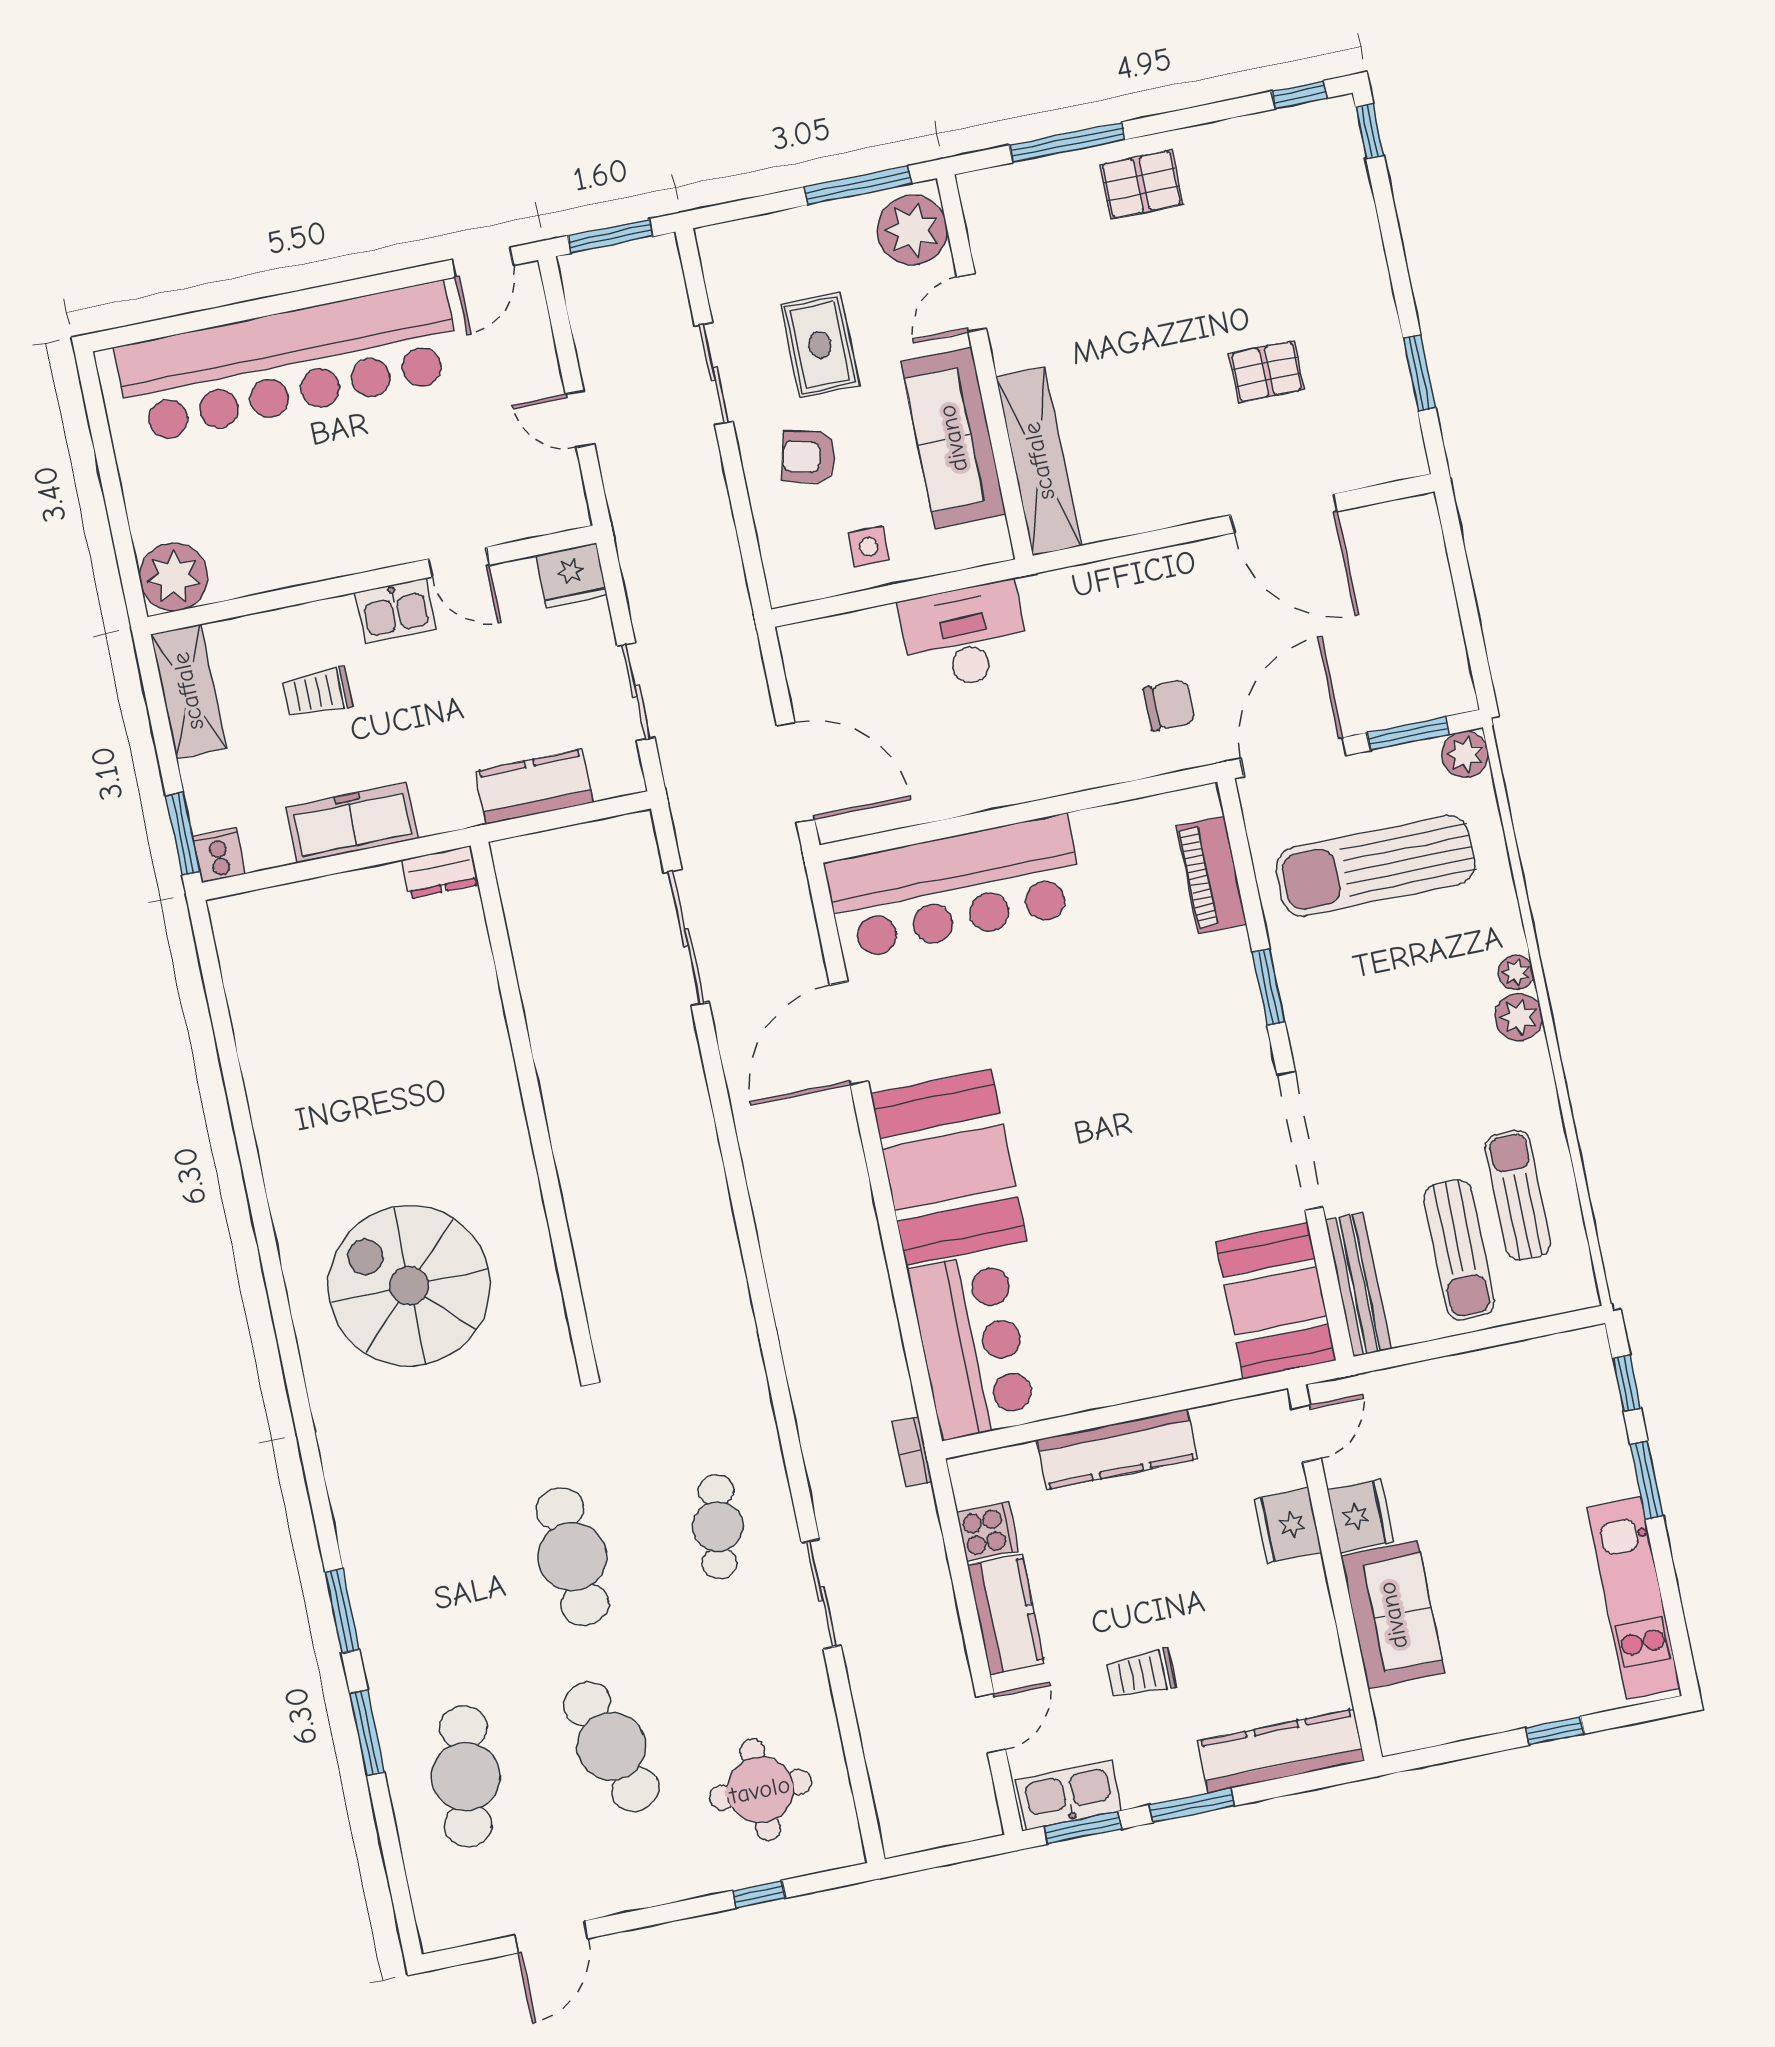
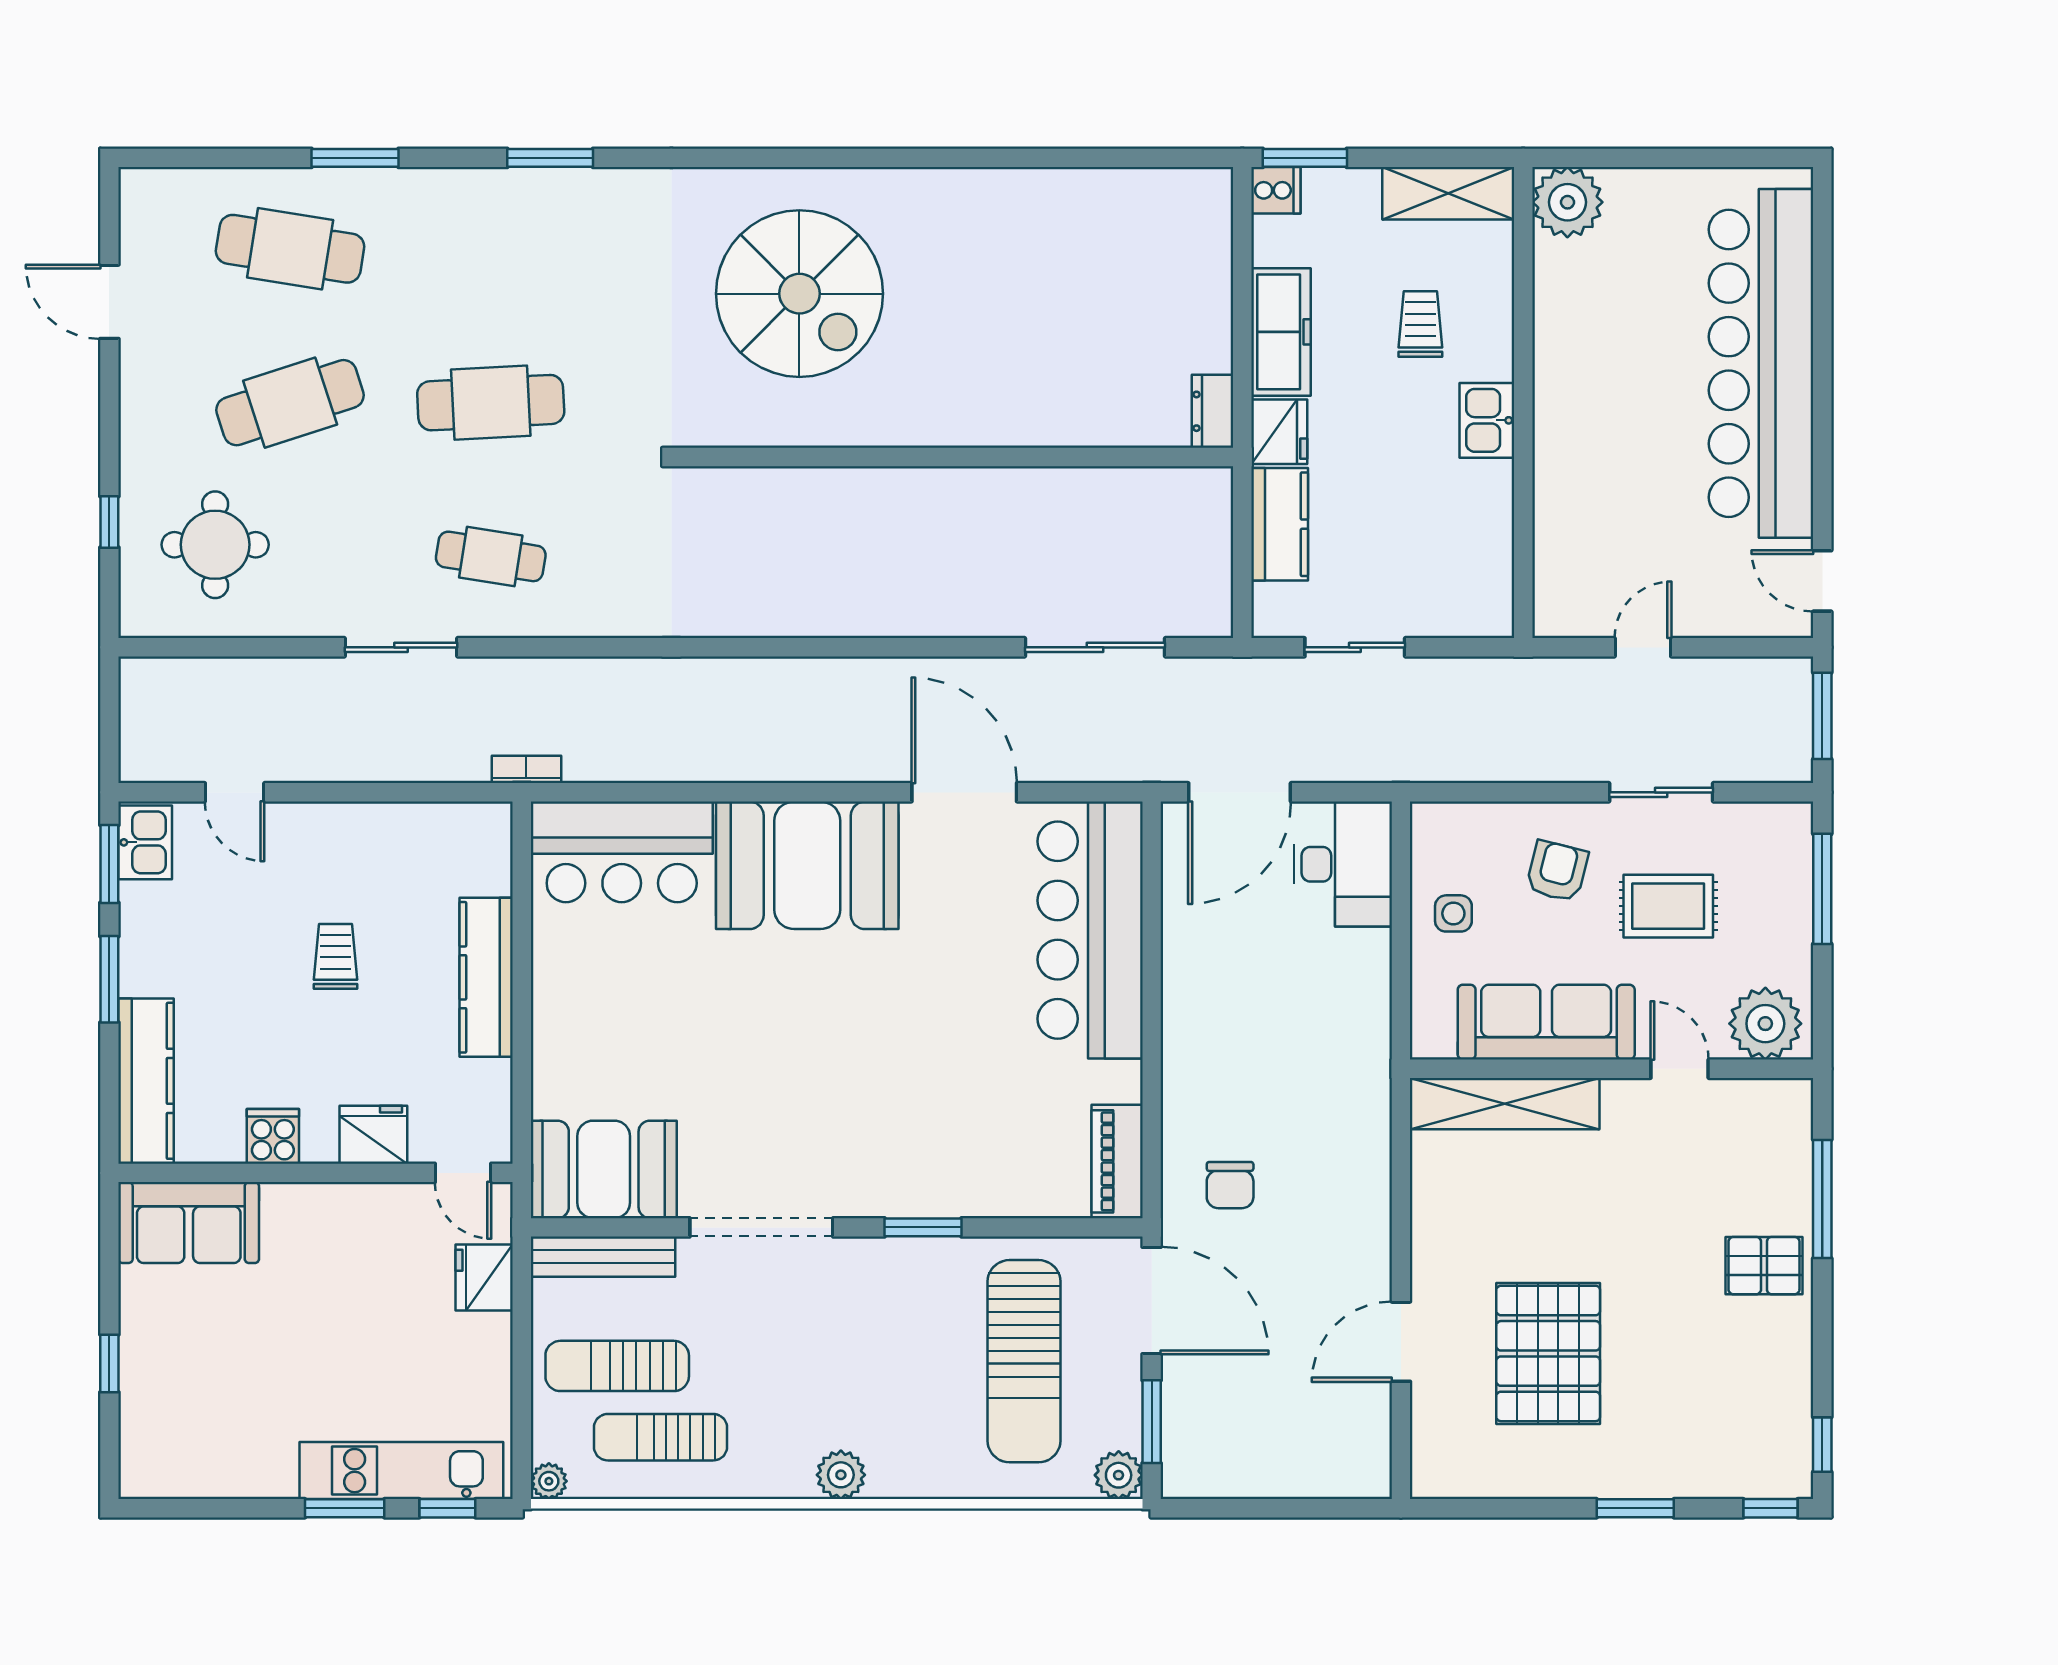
window: (858, 185) -> (1822, 889), moved
pallet: (1141, 185) -> (1764, 1266), turned 90
pallet: (1267, 372) -> (1548, 1353), width x2.05, depth x2.00
window: (1419, 373) -> (1635, 1508), moved
door: (1284, 513) -> (1401, 1342), width x0.73
door: (459, 562) -> (1523, 495), removed
fridge: (571, 575) -> (1279, 432), moved, turned 180
desk: (965, 636) -> (1343, 864), moved
sun lounger: (1376, 866) -> (1024, 1361), turned 180
piano: (1211, 875) -> (1117, 1161), moved, turned -90
plant: (1516, 972) -> (549, 1481), moved
sun lounger: (1518, 1195) -> (660, 1437), turned 180
spiral stairs: (409, 1286) -> (799, 294), turned 90
fridge: (1360, 1516) -> (484, 1278), moved, turned 90
cooker: (987, 1532) -> (273, 1136), moved, turned 180
kitchen unit: (1634, 1598) -> (401, 1471), moved
window: (342, 1611) -> (550, 158), moved
kitchen counter: (1006, 1614) -> (342, 830), removed
sofa: (1393, 1615) -> (189, 1223), moved
trolley: (1141, 1674) -> (336, 956), moved
kitchen sink: (1069, 1795) -> (145, 842), width x0.73

